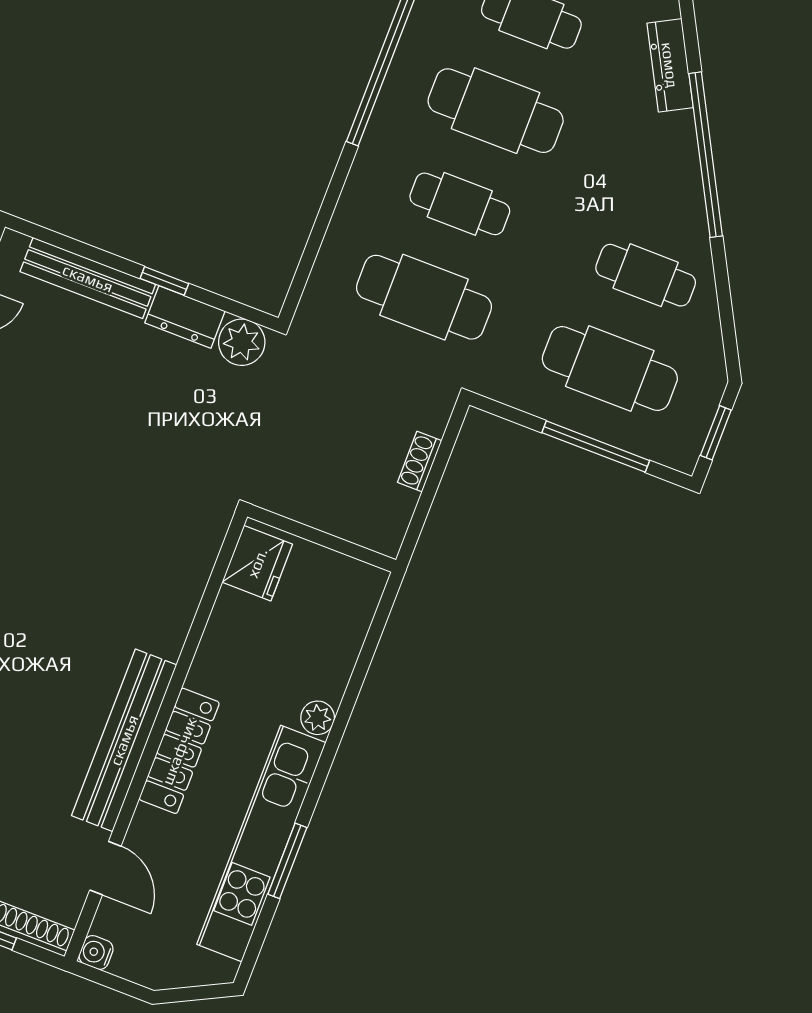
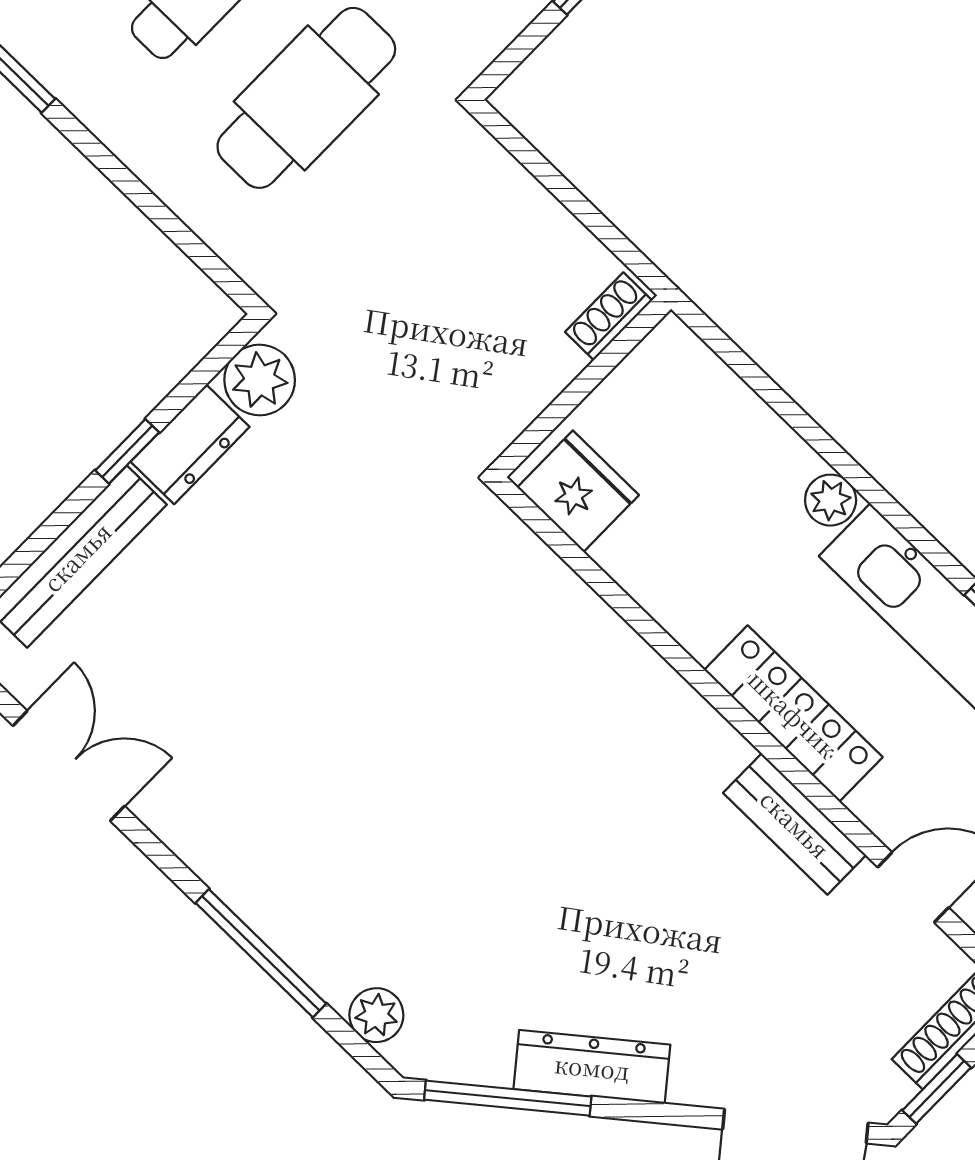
shoe rack: (420, 462) -> (609, 316), moved, turned 90
bench: (124, 740) -> (795, 824), width x0.54, depth x0.82

